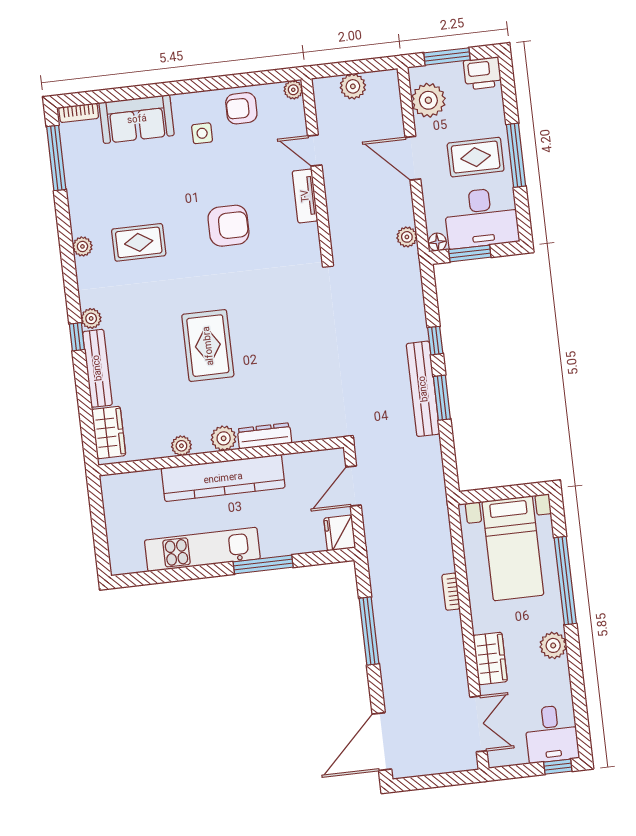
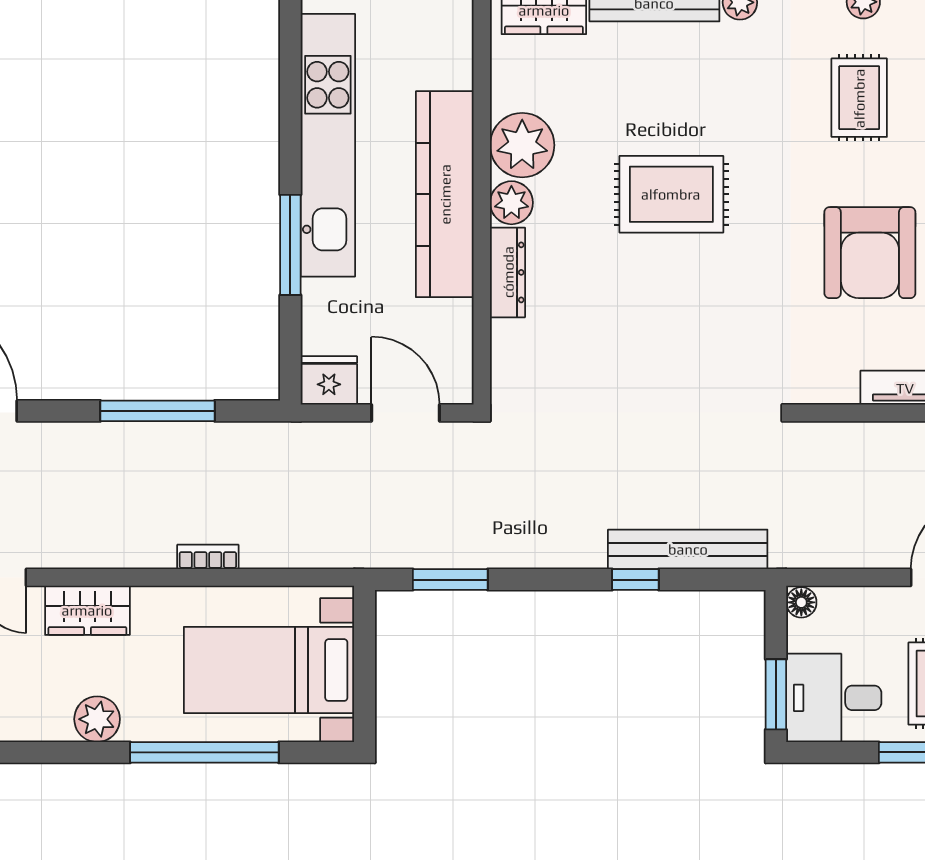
desk: (481, 218) -> (834, 698), width x0.73
armchair: (228, 226) -> (870, 253), width x1.36, depth x1.36
plant: (407, 237) -> (816, 552), removed
window: (470, 253) -> (776, 694), moved
bench: (423, 389) -> (688, 549), moved
window: (442, 398) -> (450, 580), moved
plant: (181, 446) -> (522, 145), width x1.88, depth x1.88
kitchen unit: (202, 549) -> (328, 145), width x1.36

